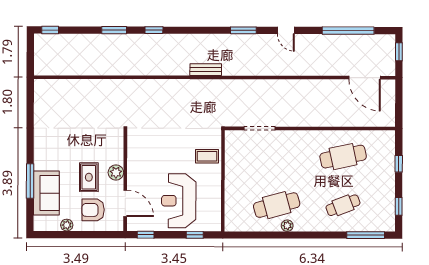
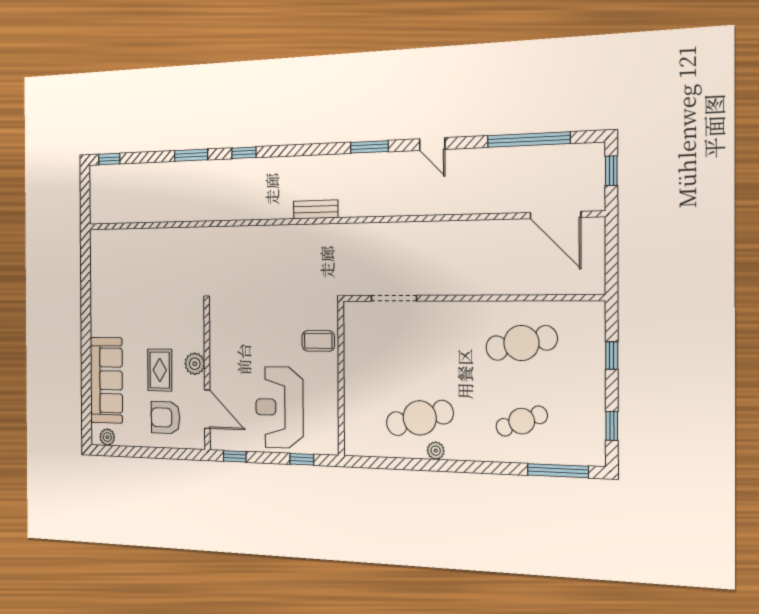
window: (30, 181) -> (86, 374), removed
sofa: (46, 193) -> (106, 380), width x1.36
plant: (67, 225) -> (107, 437), moved

